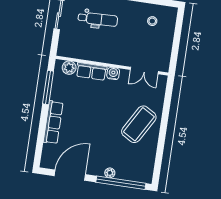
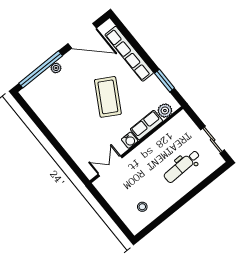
window: (48, 87) -> (165, 81), width x0.69
row of seats: (53, 122) -> (129, 54), width x1.36
coffee table: (139, 124) -> (108, 97), moved
door: (70, 175) -> (82, 36), hinge flipped

